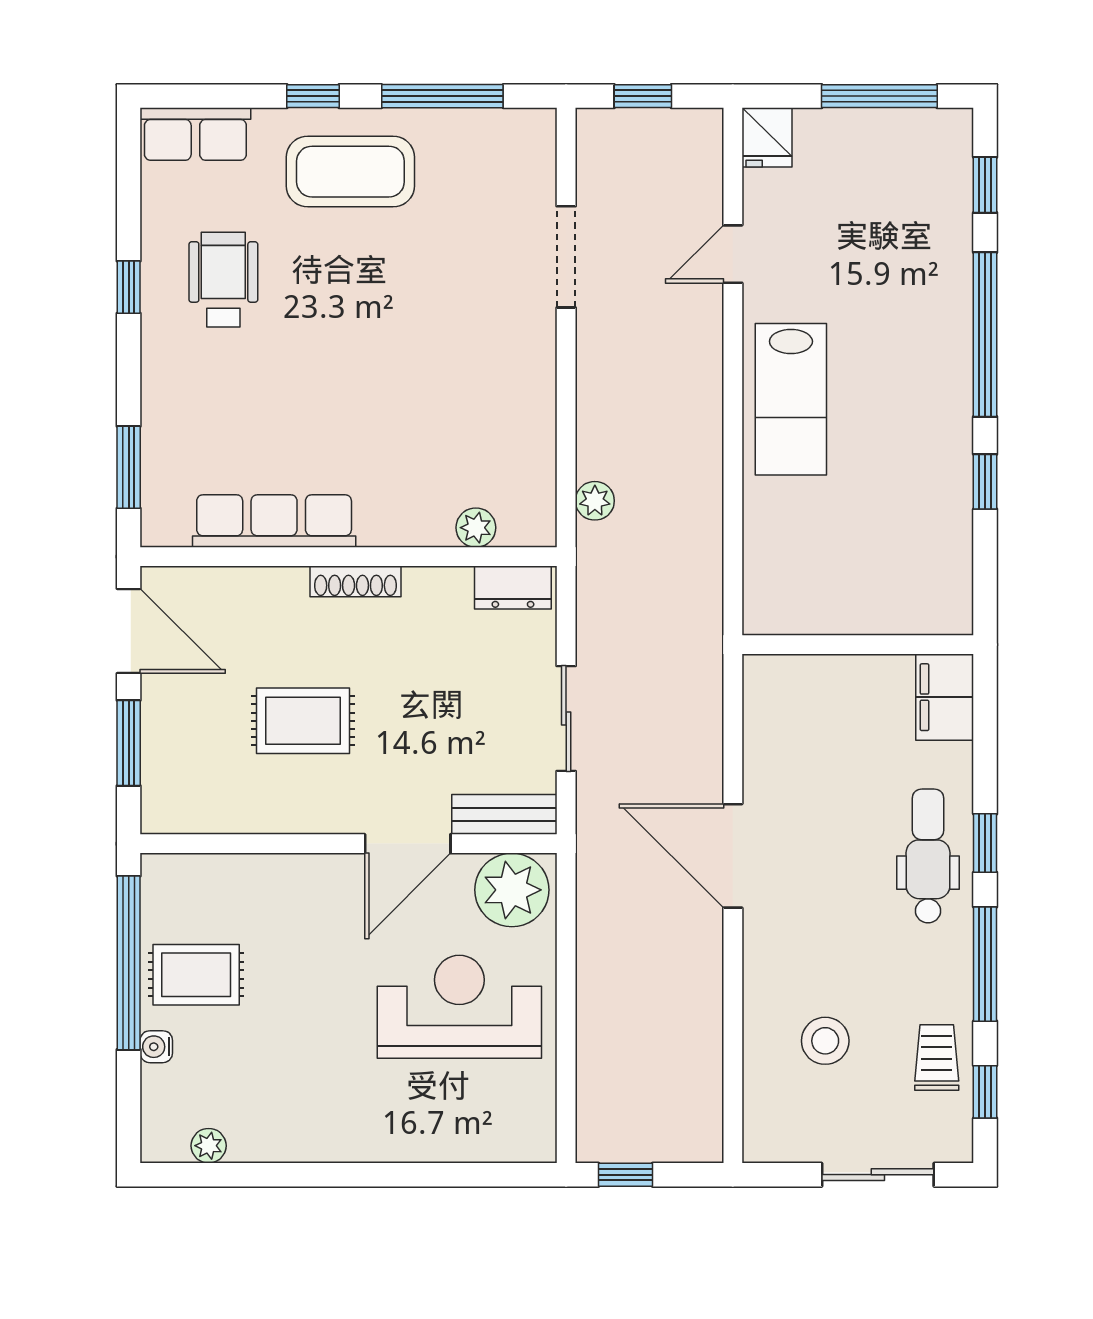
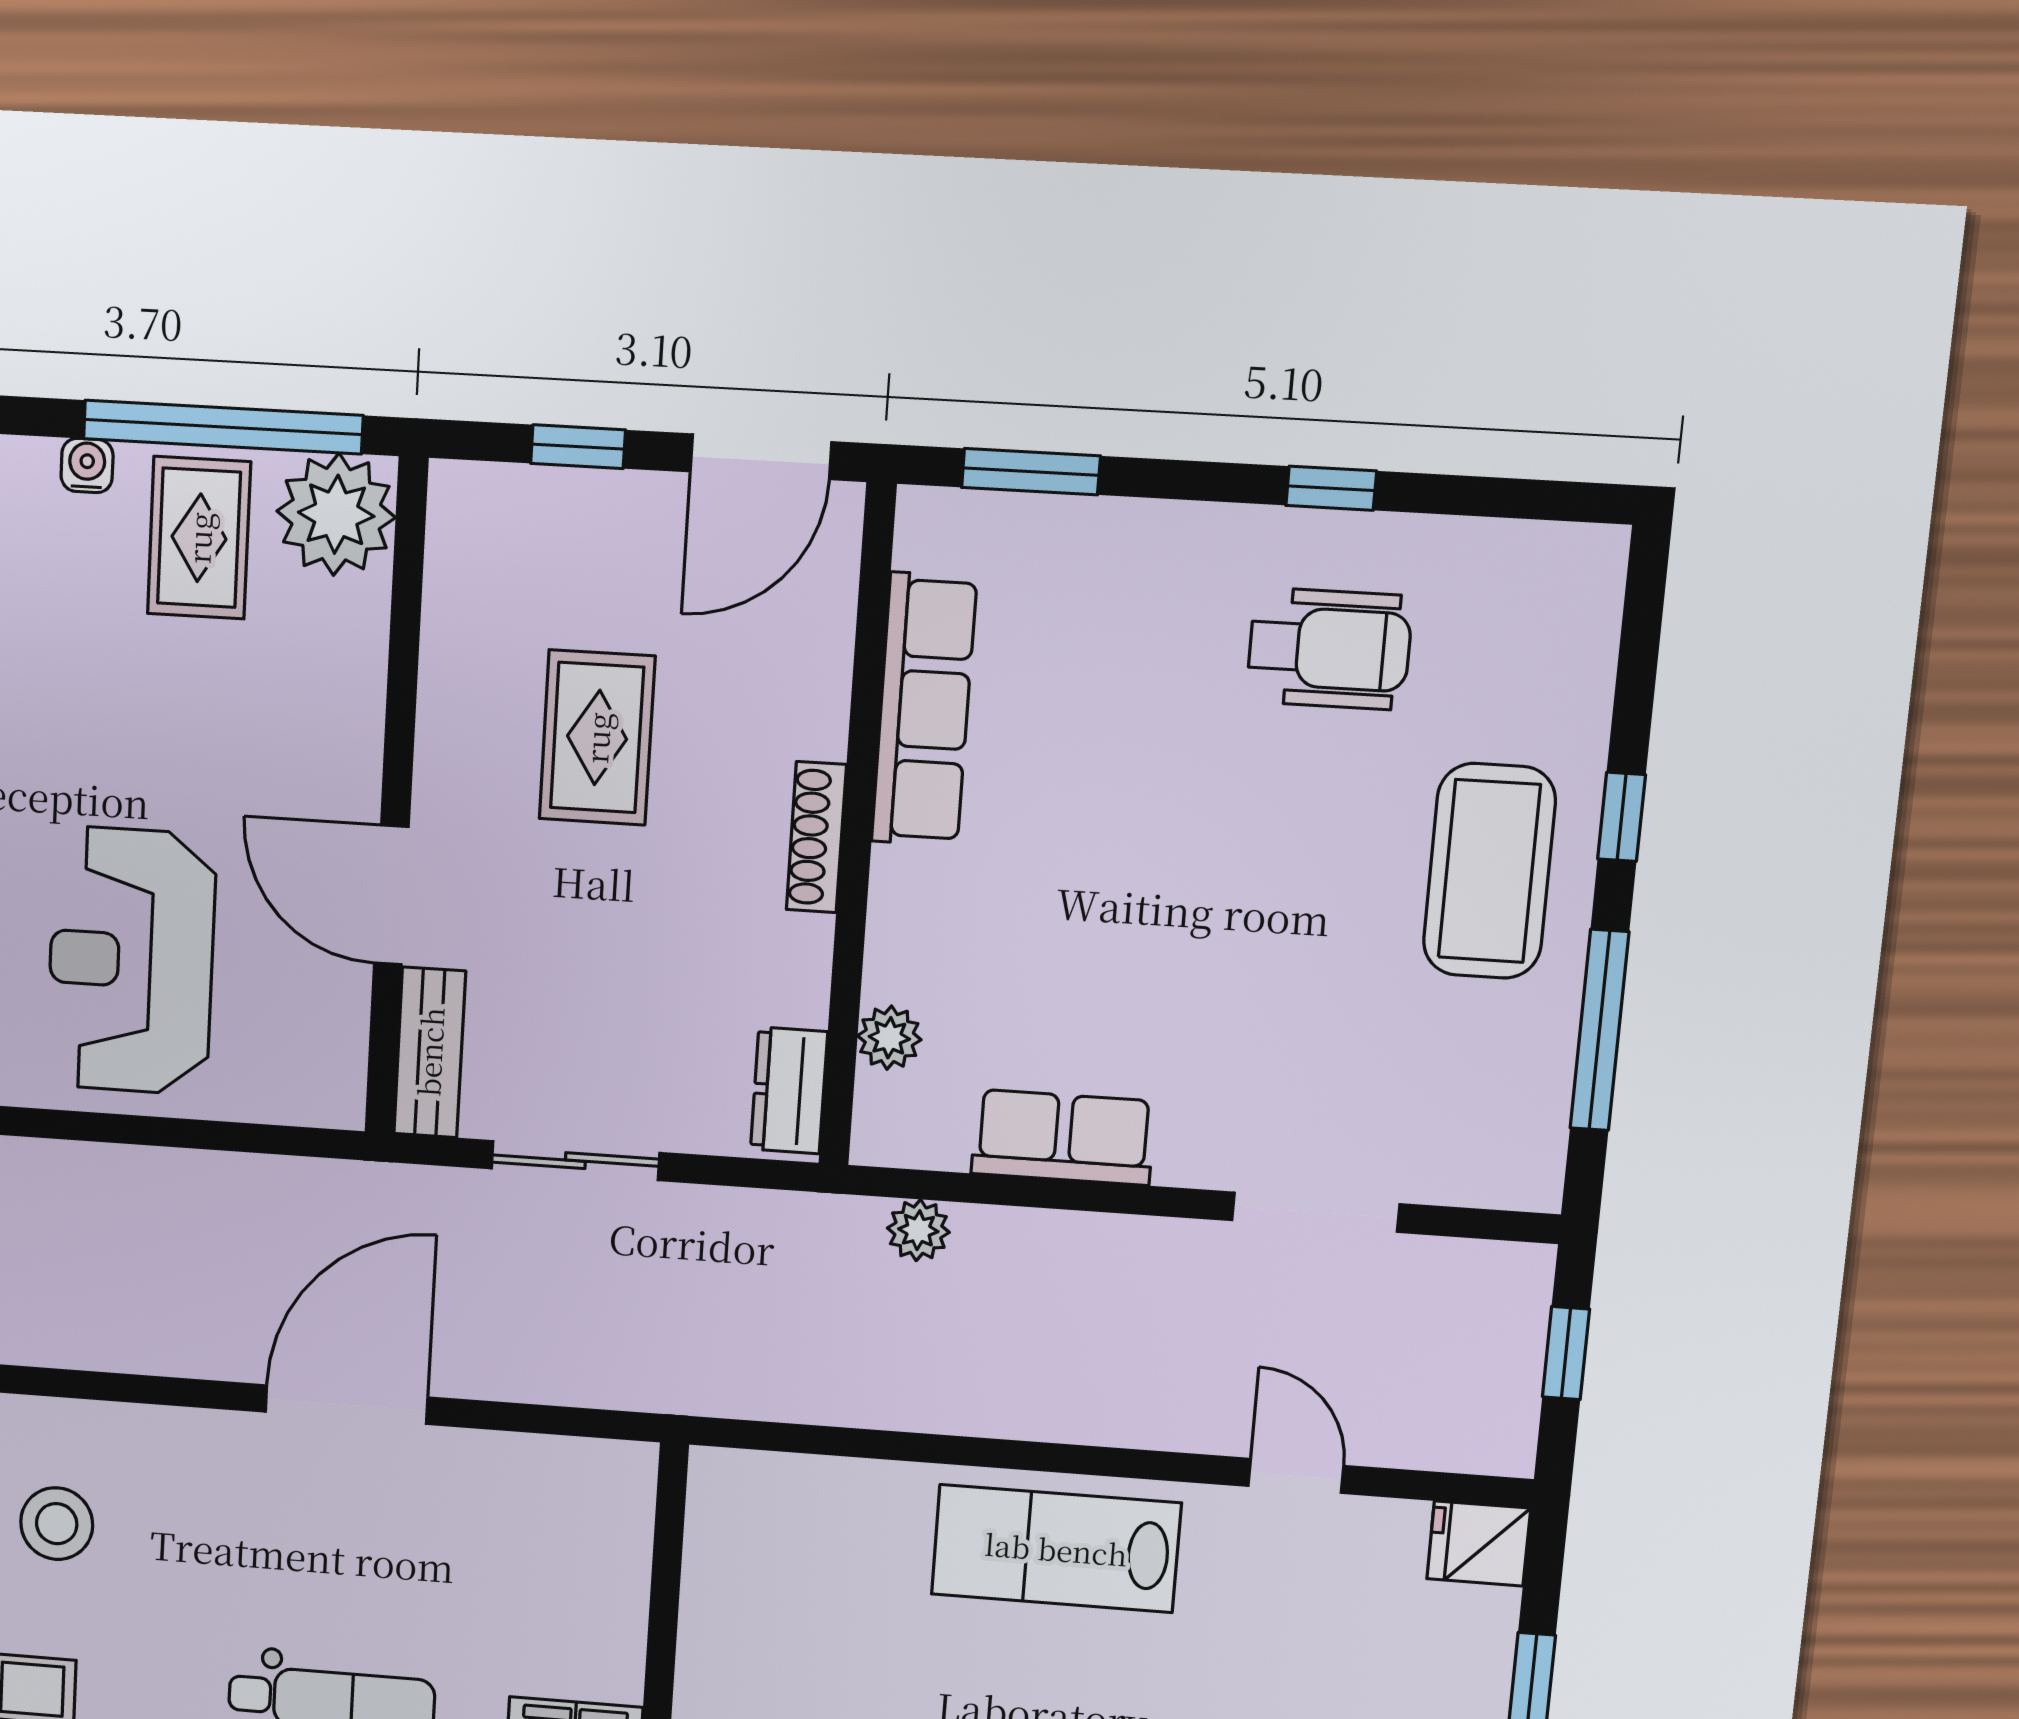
row of seats: (195, 134) -> (1063, 1137), moved, turned 90
window: (129, 743) -> (578, 447), width x0.67
plant: (512, 890) -> (336, 514), moved
reception desk: (459, 1007) -> (131, 961), turned 180

